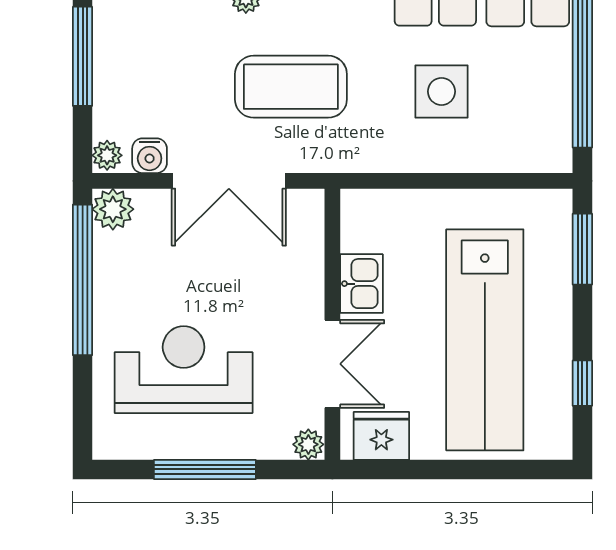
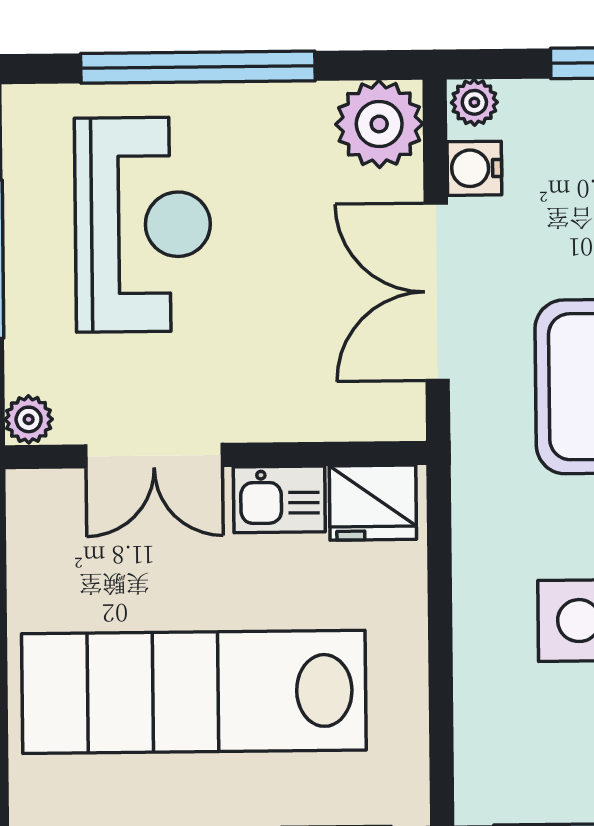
plant: (113, 209) -> (379, 124), width x1.36, depth x1.36
window: (83, 280) -> (198, 67), moved
fridge: (381, 436) -> (373, 503), moved, turned 90

